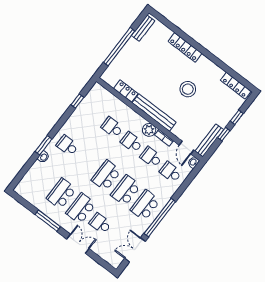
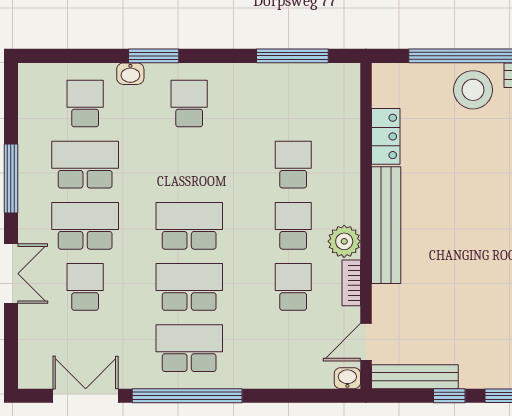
stool: (188, 89) -> (473, 90), moved
window: (77, 101) -> (292, 56), width x2.17
school desk: (171, 172) -> (85, 104), moved

